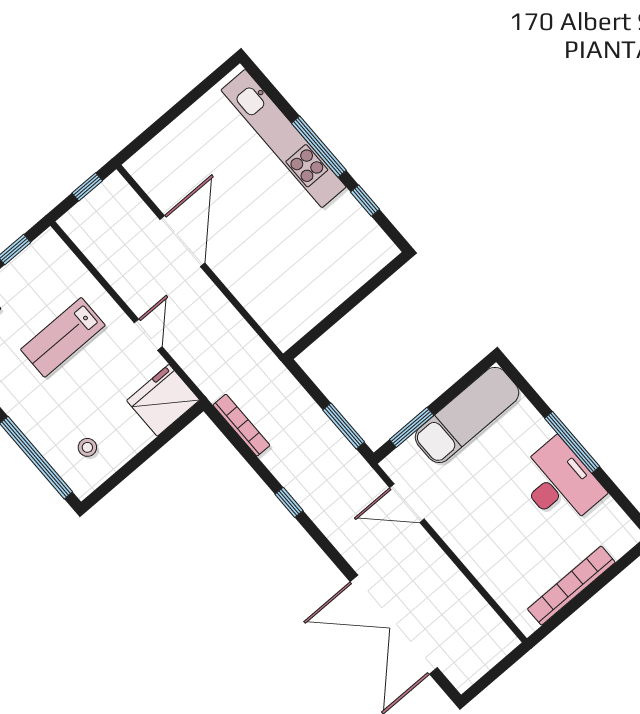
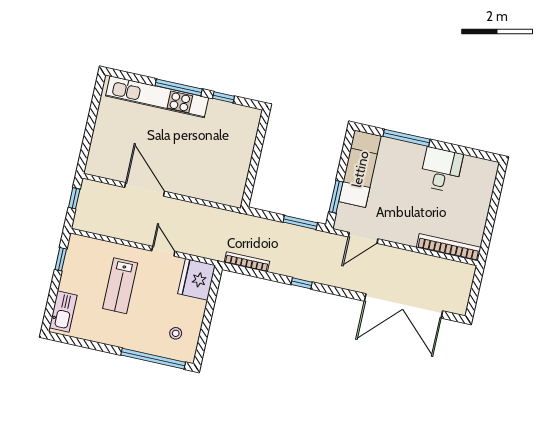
window: (572, 442) -> (407, 138), moved
desk: (560, 483) -> (441, 170), width x0.73
bookcase: (571, 586) -> (449, 247), moved, turned 90

